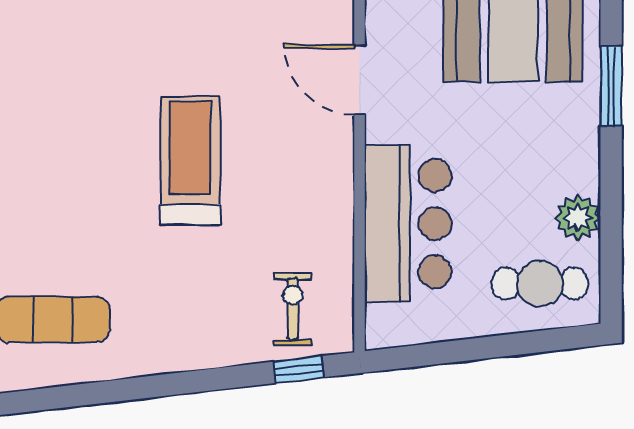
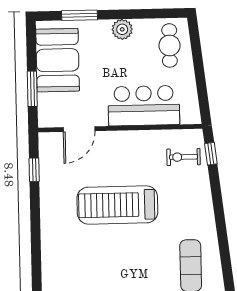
treadmill: (190, 160) -> (117, 205), width x1.37, depth x1.38
plant: (578, 217) -> (122, 29), moved

